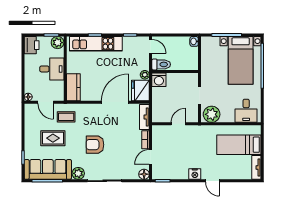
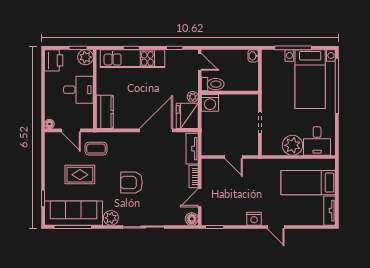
plant: (212, 114) -> (293, 145), moved
door: (178, 124) -> (234, 157), swing flipped

